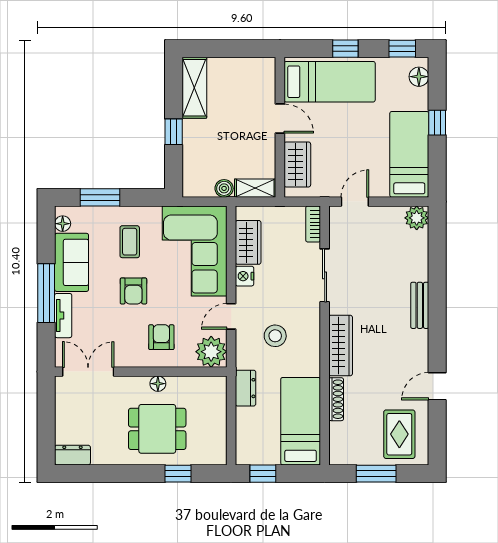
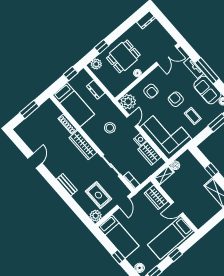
dresser: (245, 388) -> (96, 90), moved
rug: (399, 434) -> (98, 195), moved
plant: (210, 454) -> (96, 64), added

